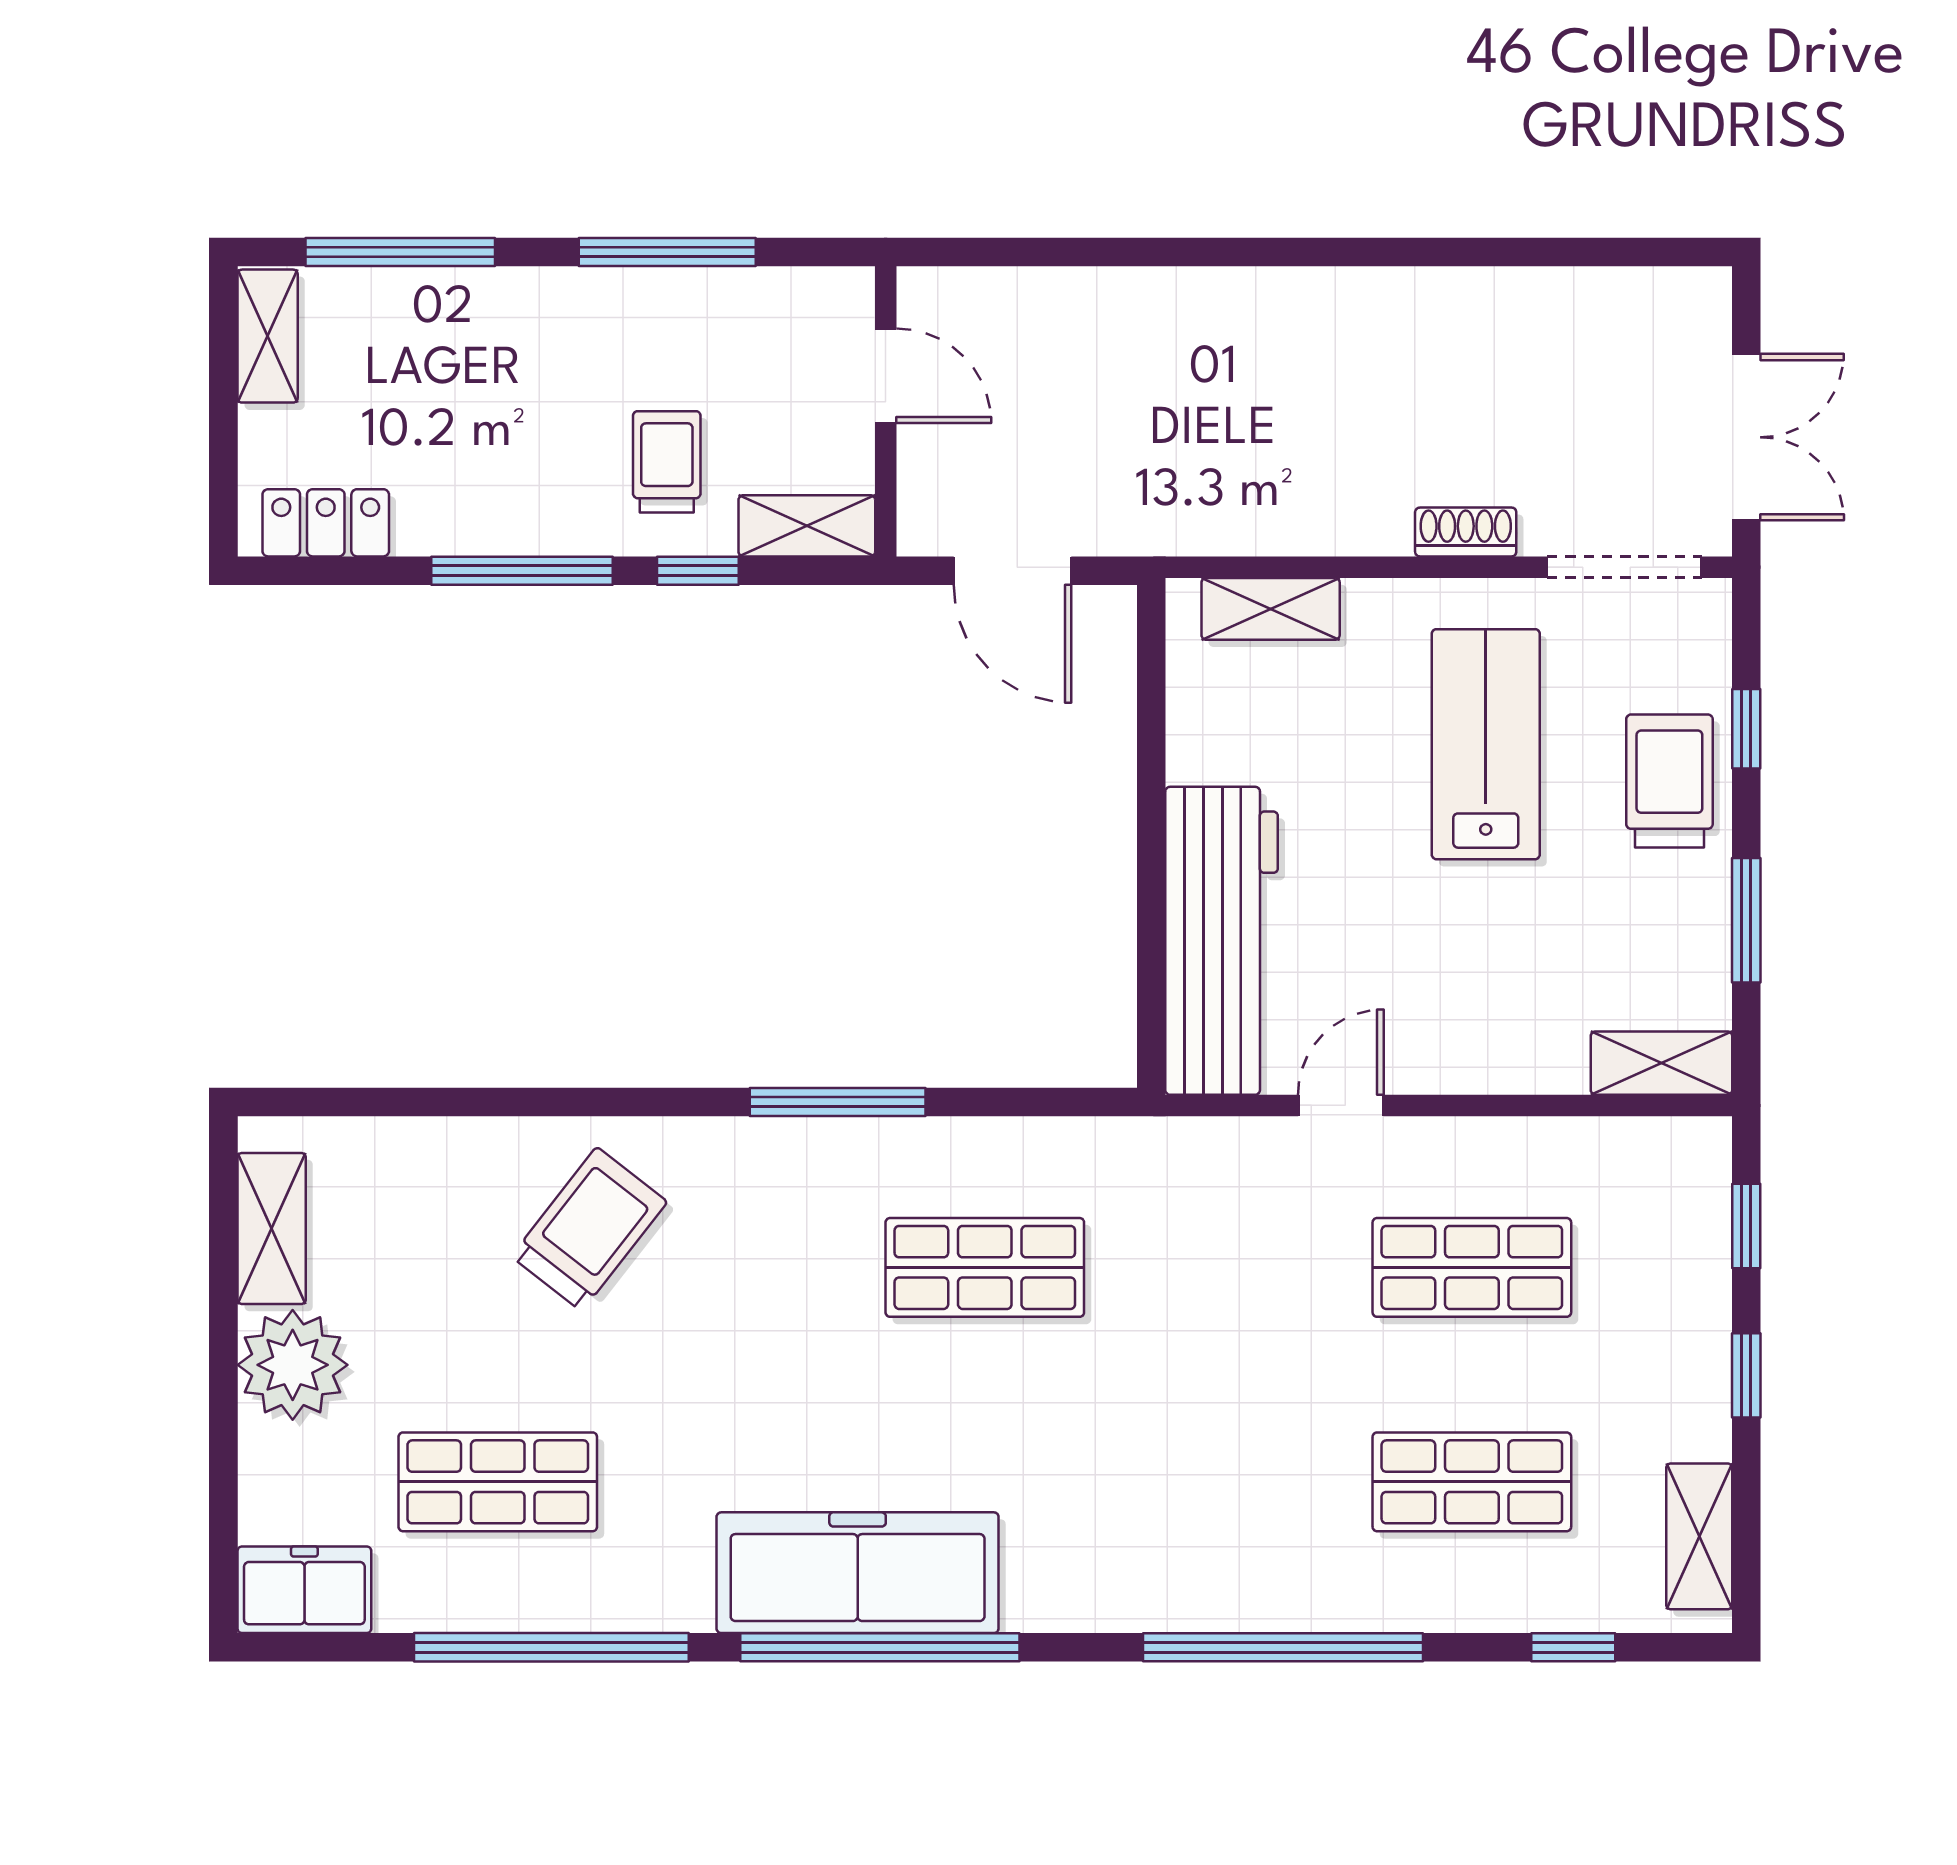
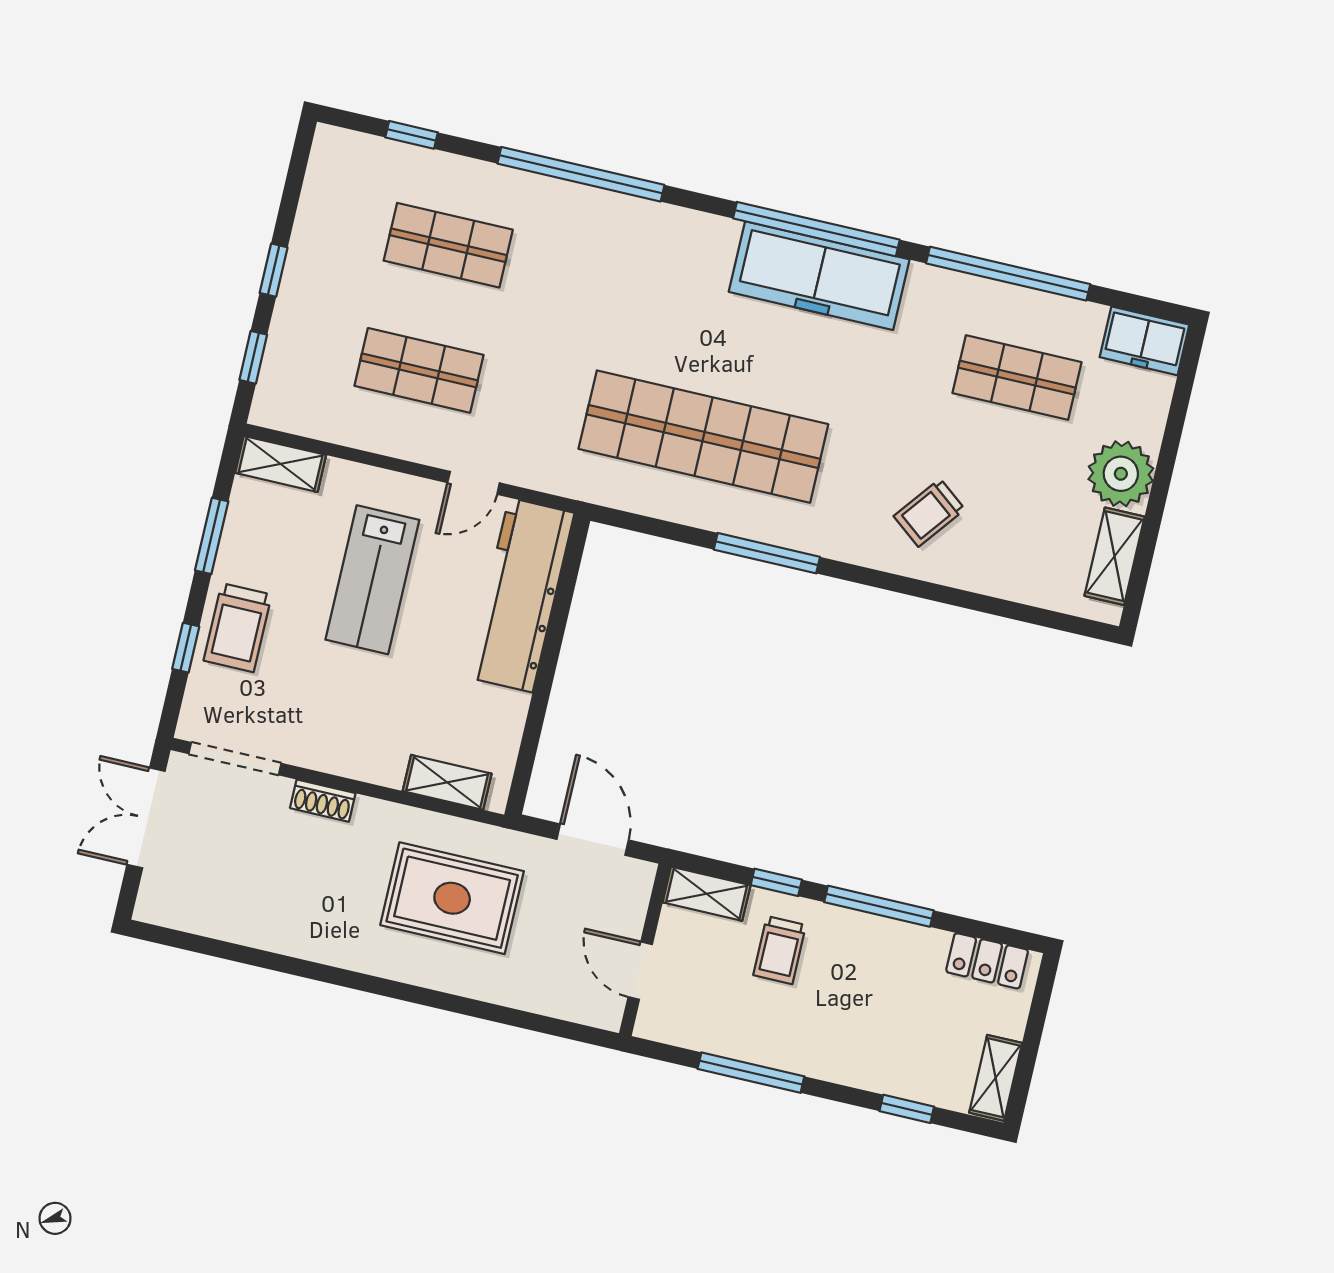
window: (400, 252) -> (907, 1109), width x0.46
rug: (1219, 422) -> (452, 898), added
lab bench: (1486, 744) -> (372, 580), moved
trolley: (589, 1229) -> (929, 513), width x0.73, depth x0.72
shop shelf: (985, 1267) -> (703, 437), width x2.00, depth x1.36
shelving: (1699, 1536) -> (323, 182), removed

